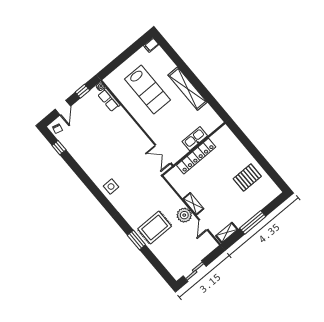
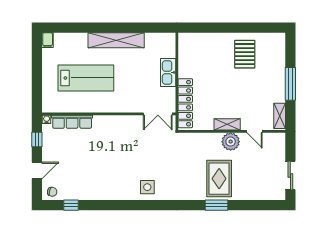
row of seats: (109, 100) -> (72, 122), width x1.48
door: (63, 108) -> (37, 171), hinge flipped
locker: (196, 156) -> (185, 103), moved

